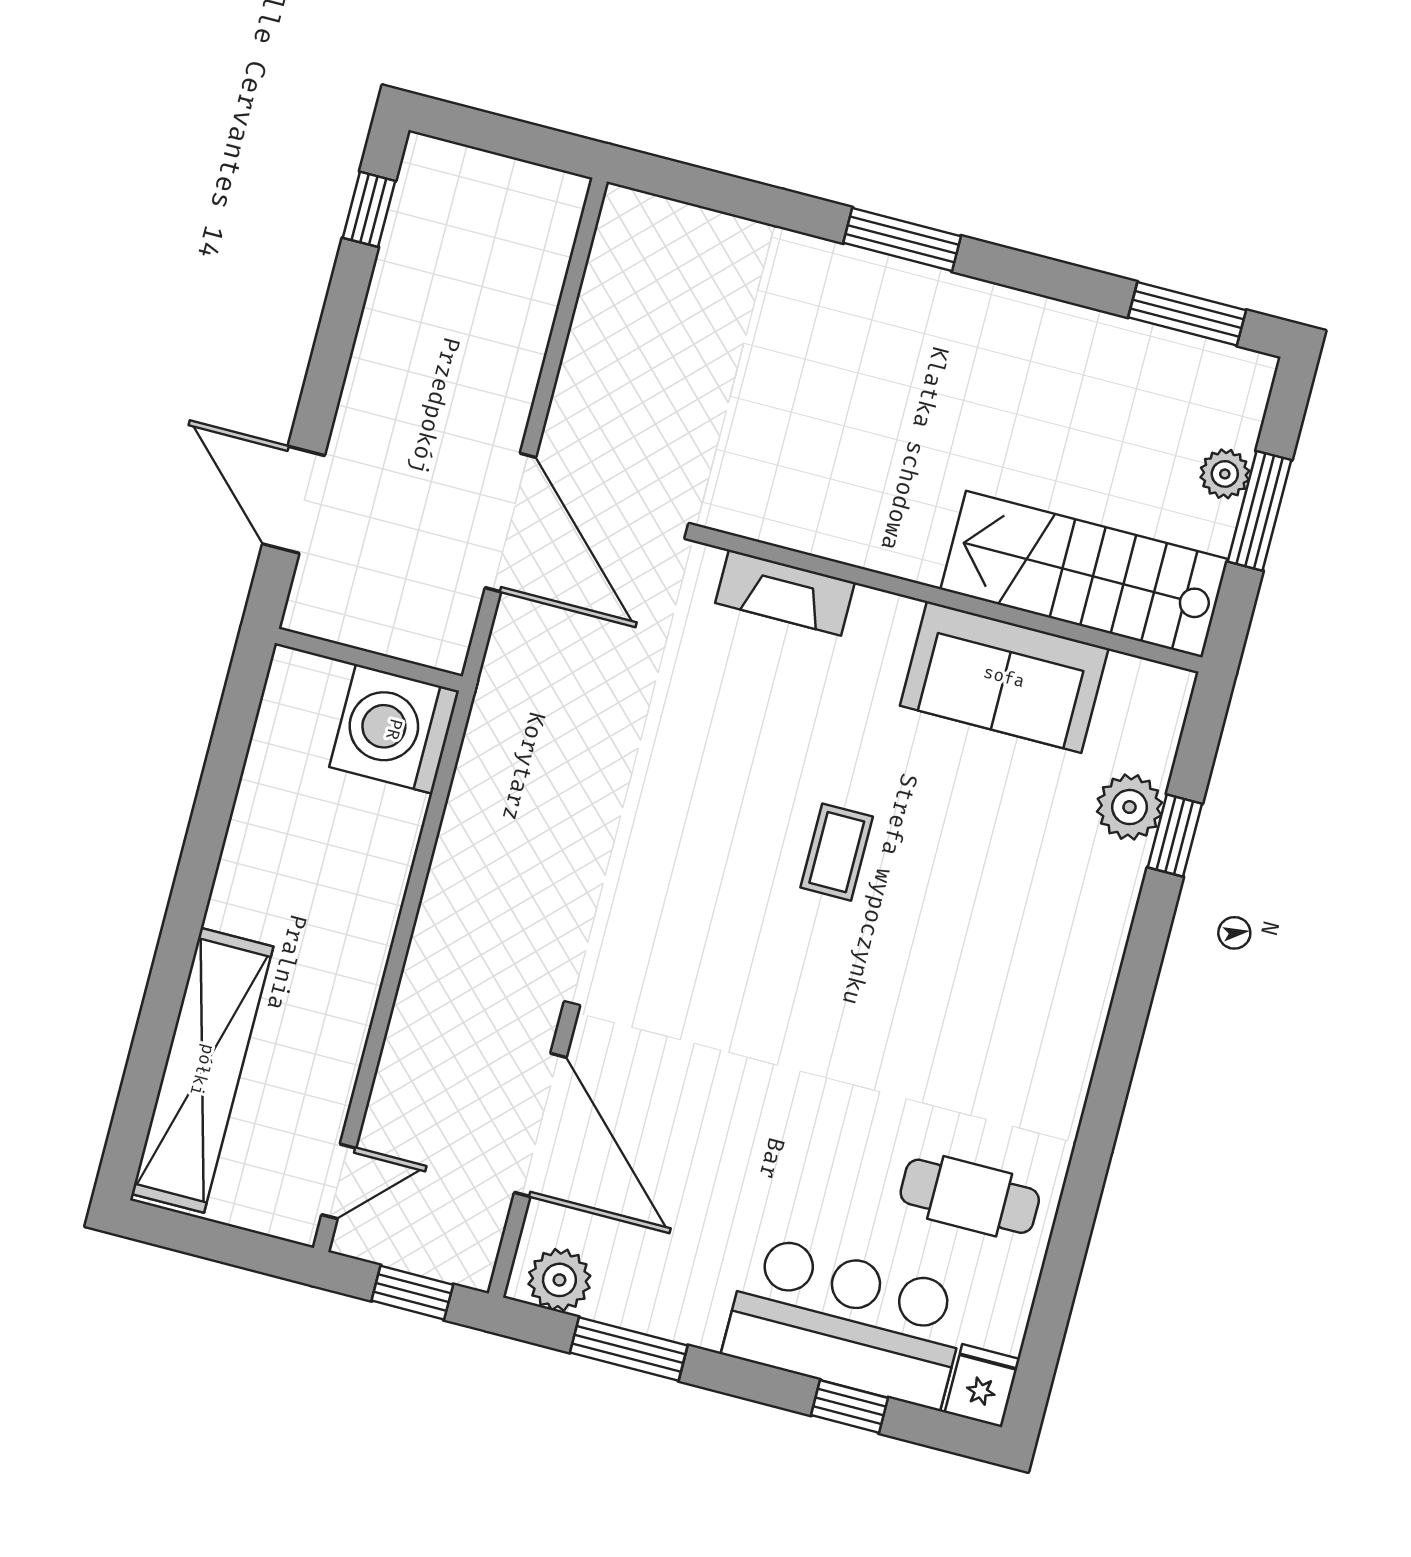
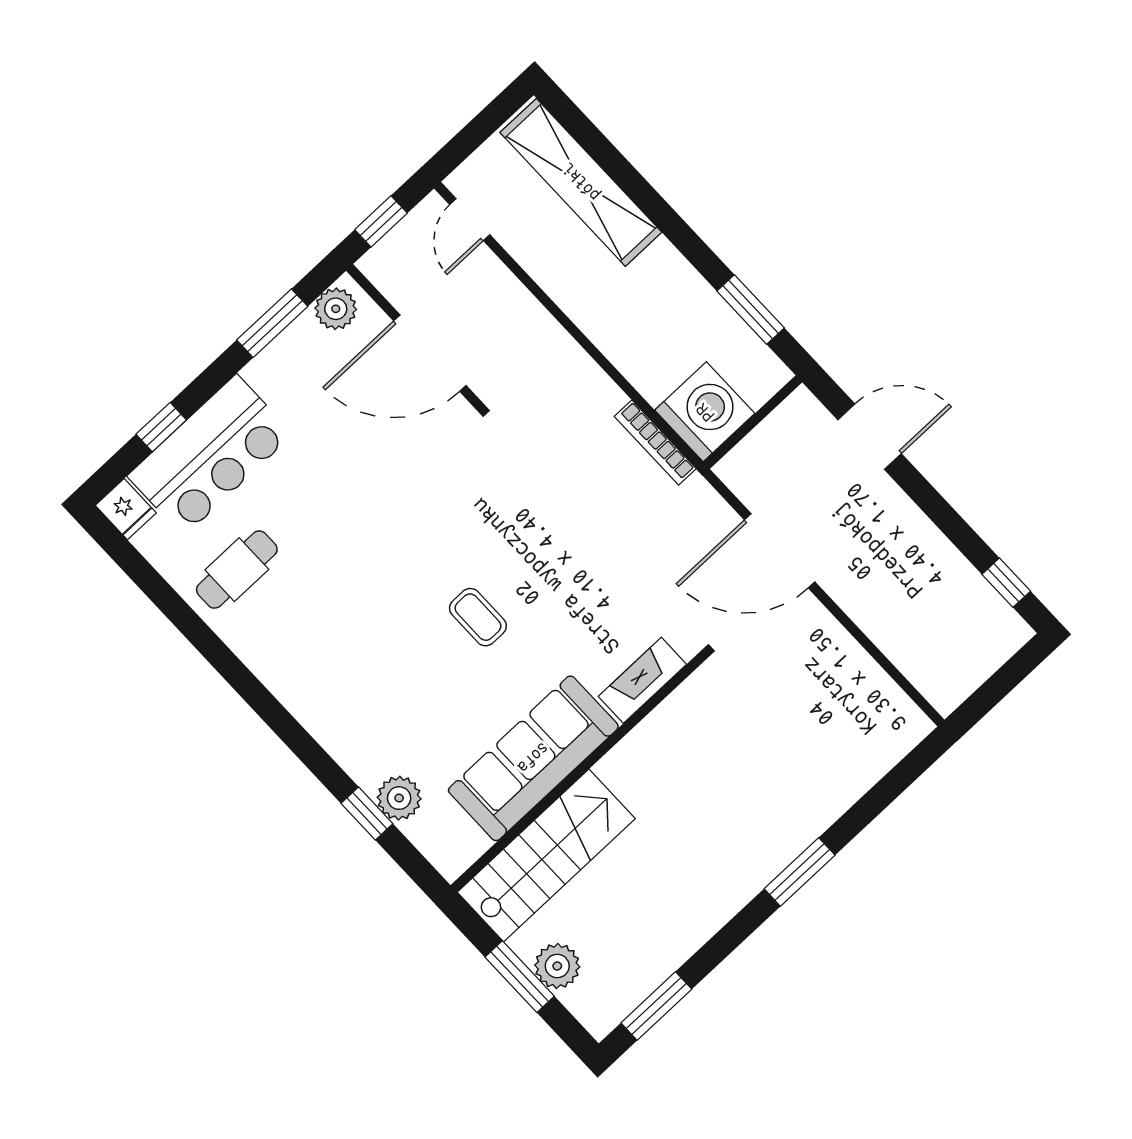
plant: (1225, 474) -> (557, 966), width x1.38, depth x1.38
sofa: (1004, 677) -> (533, 758), width x1.36
window: (227, 753) -> (751, 309), added
bookcase: (473, 767) -> (655, 443), added

